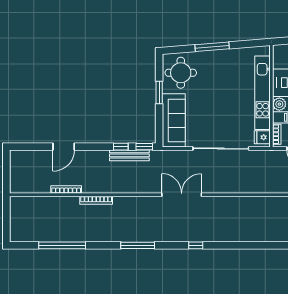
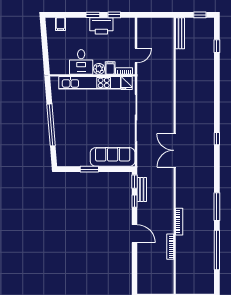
window: (212, 47) -> (51, 125), width x1.46
round table: (181, 73) -> (73, 151), removed
door: (64, 147) -> (134, 234), moved
bench: (129, 155) -> (142, 190), width x0.73
window: (138, 245) -> (217, 207), moved

